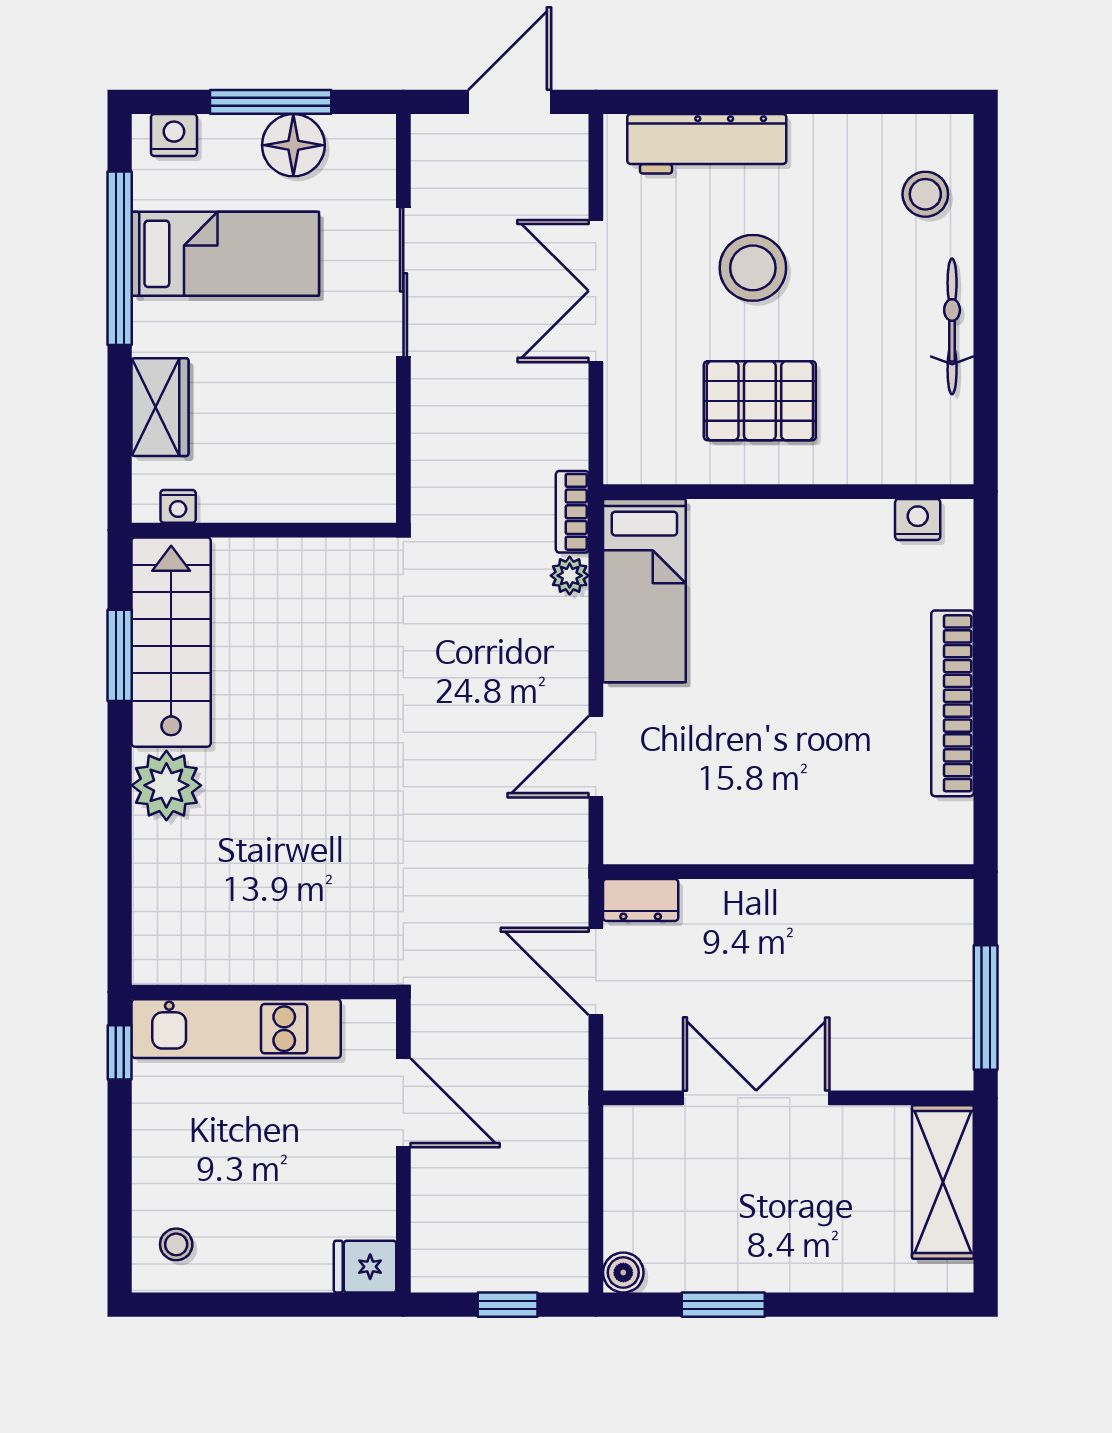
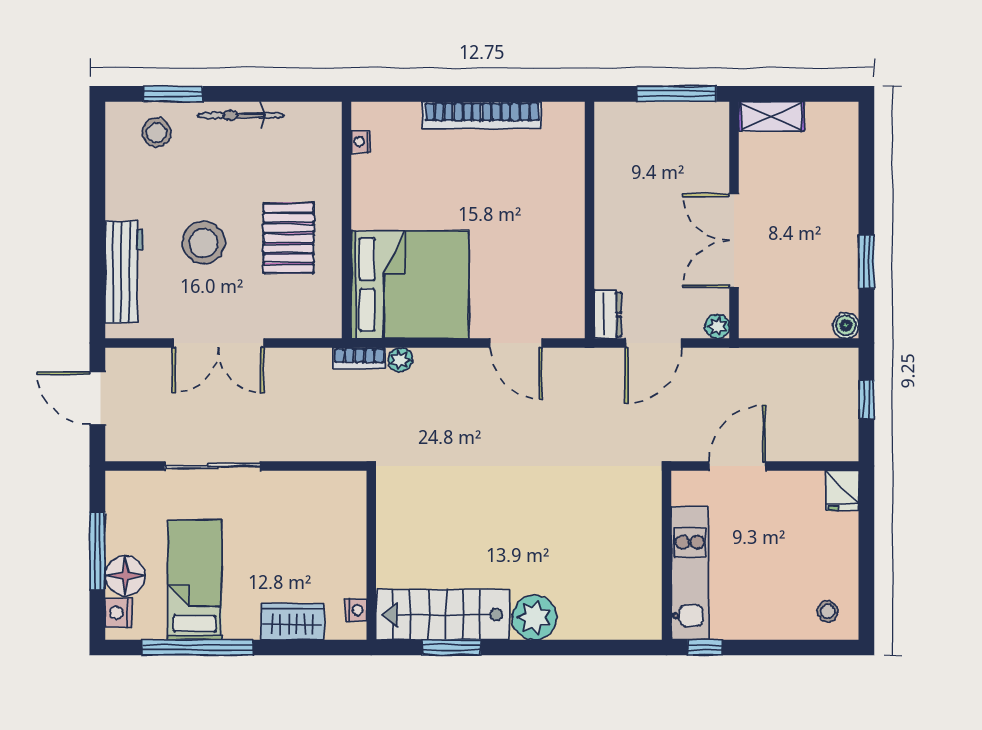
floor lamp: (293, 145) -> (125, 576), moved
window: (986, 221) -> (173, 94), added
nightstand: (918, 519) -> (361, 141), width x0.72, depth x0.74
bed: (644, 591) -> (410, 284), width x2.04
plant: (622, 1072) -> (717, 326), added
shelving: (943, 1182) -> (771, 116), width x0.67, depth x0.75

